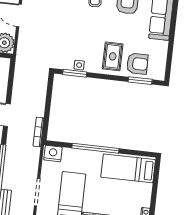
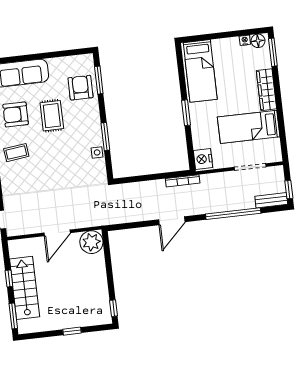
rug: (113, 56) -> (52, 116), moved, turned 90
window: (75, 73) -> (105, 137), moved
window: (95, 148) -> (186, 113), width x0.47

